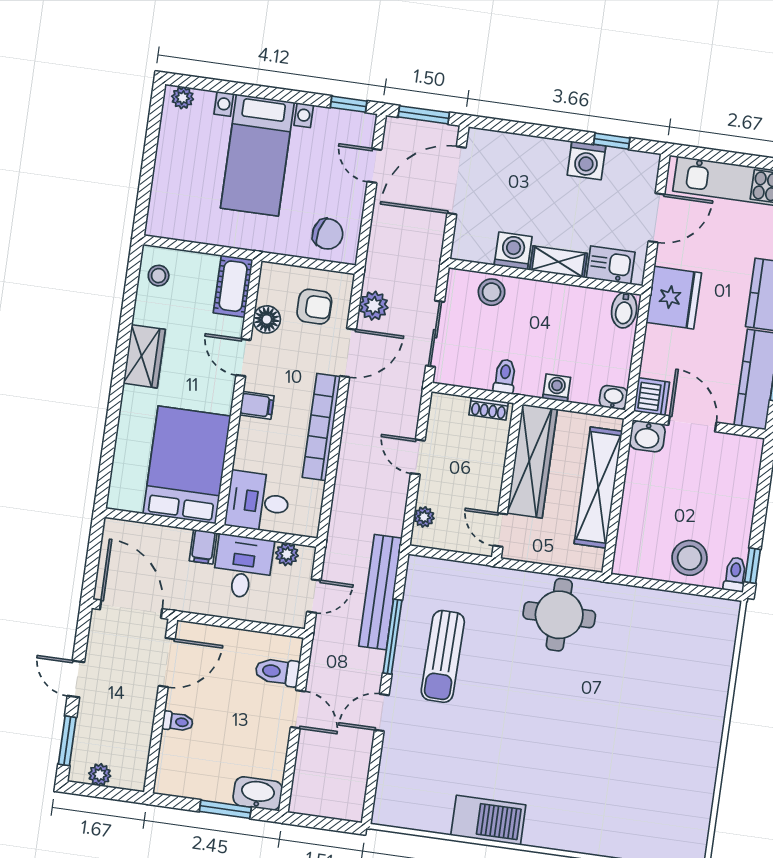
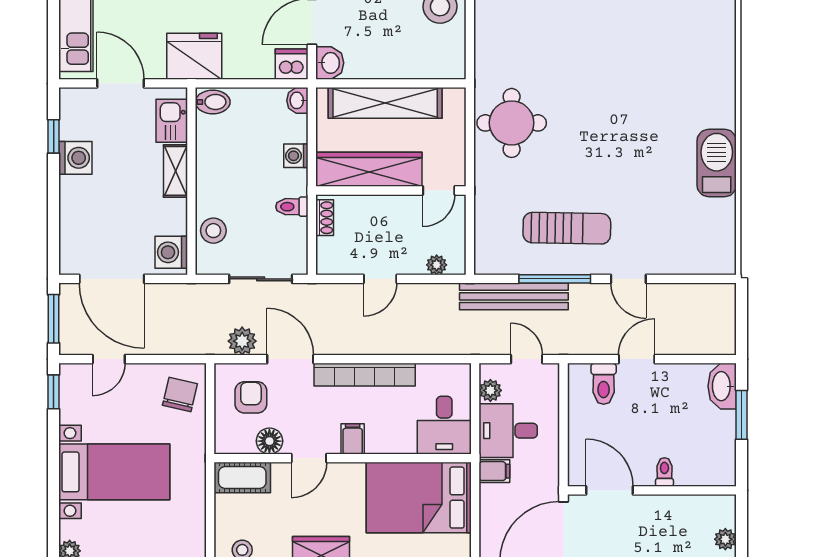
washing machine: (513, 251) -> (171, 252), moved

